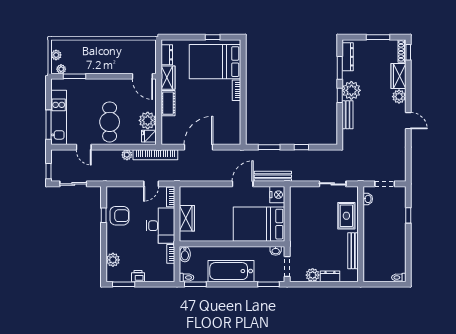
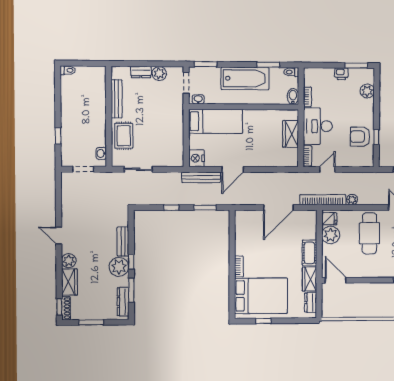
bed: (259, 224) -> (216, 121), width x0.67
window: (195, 284) -> (268, 65), moved

